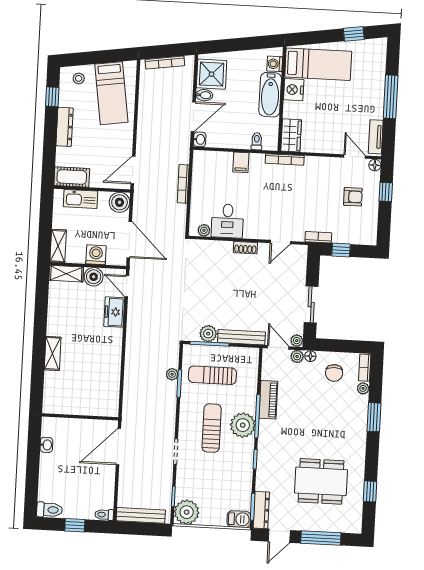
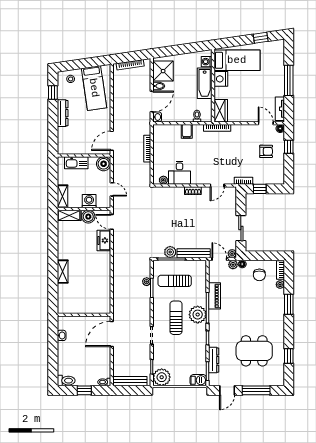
cot: (72, 177) -> (69, 148), removed
door: (129, 240) -> (112, 189), width x0.53
dresser: (261, 510) -> (214, 360), moved

